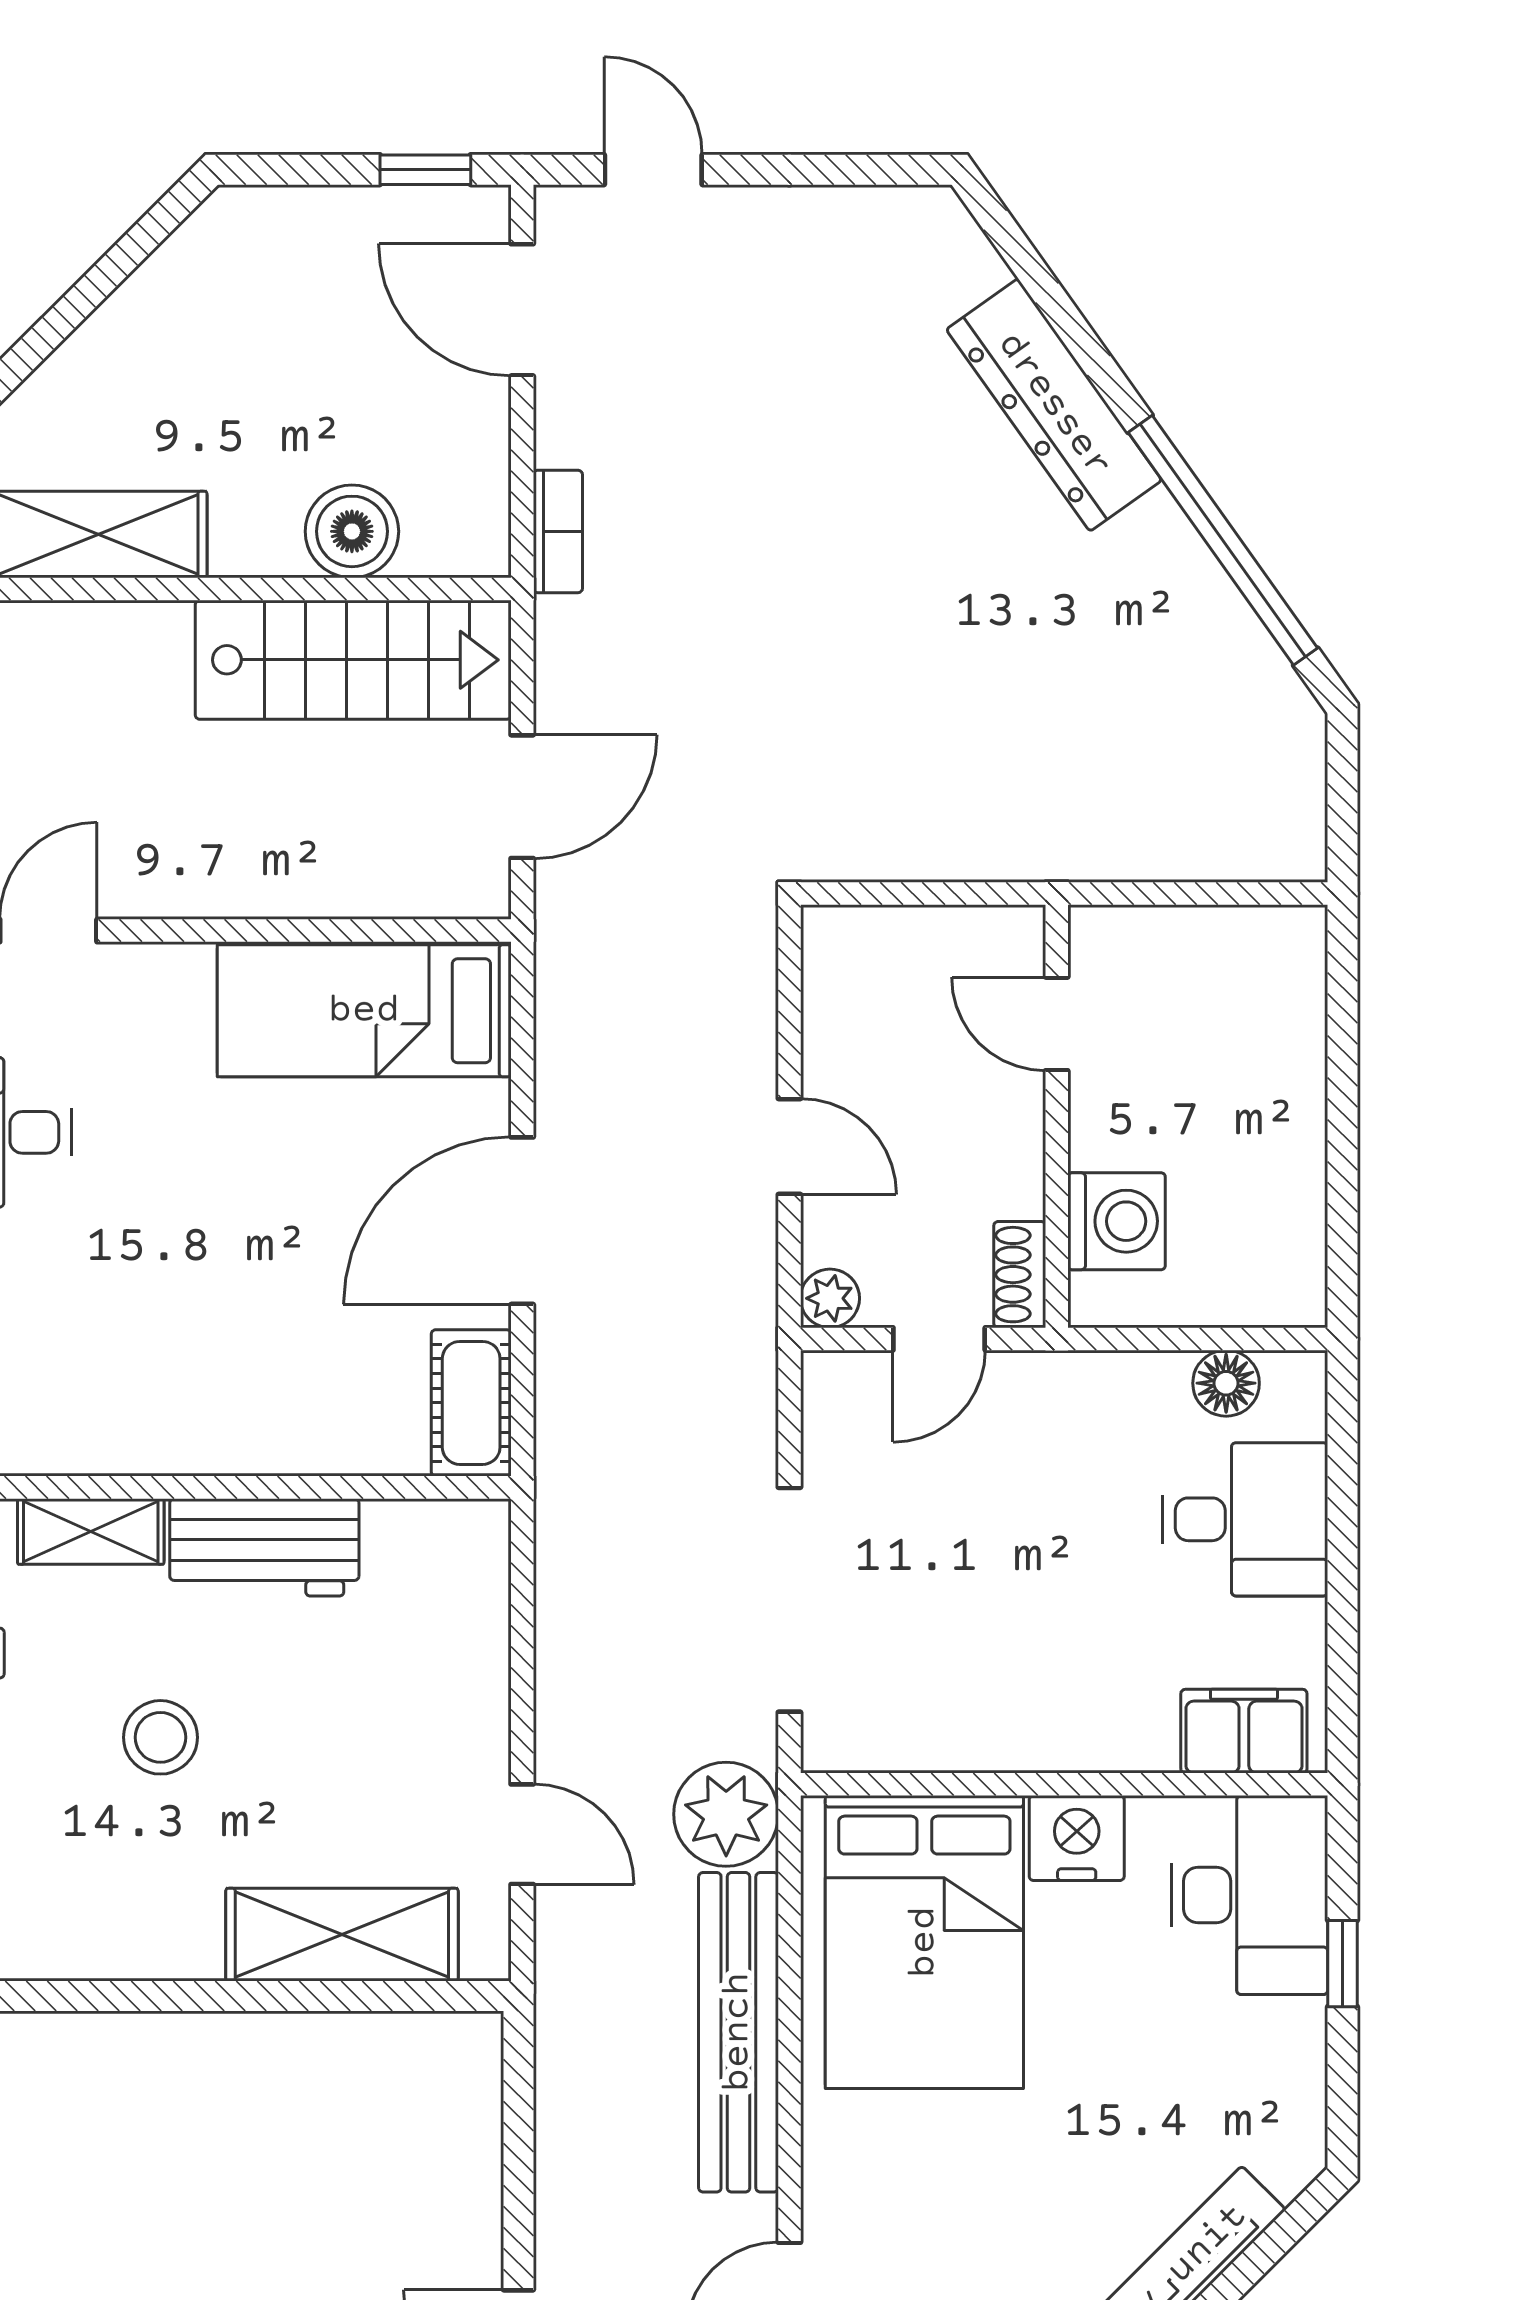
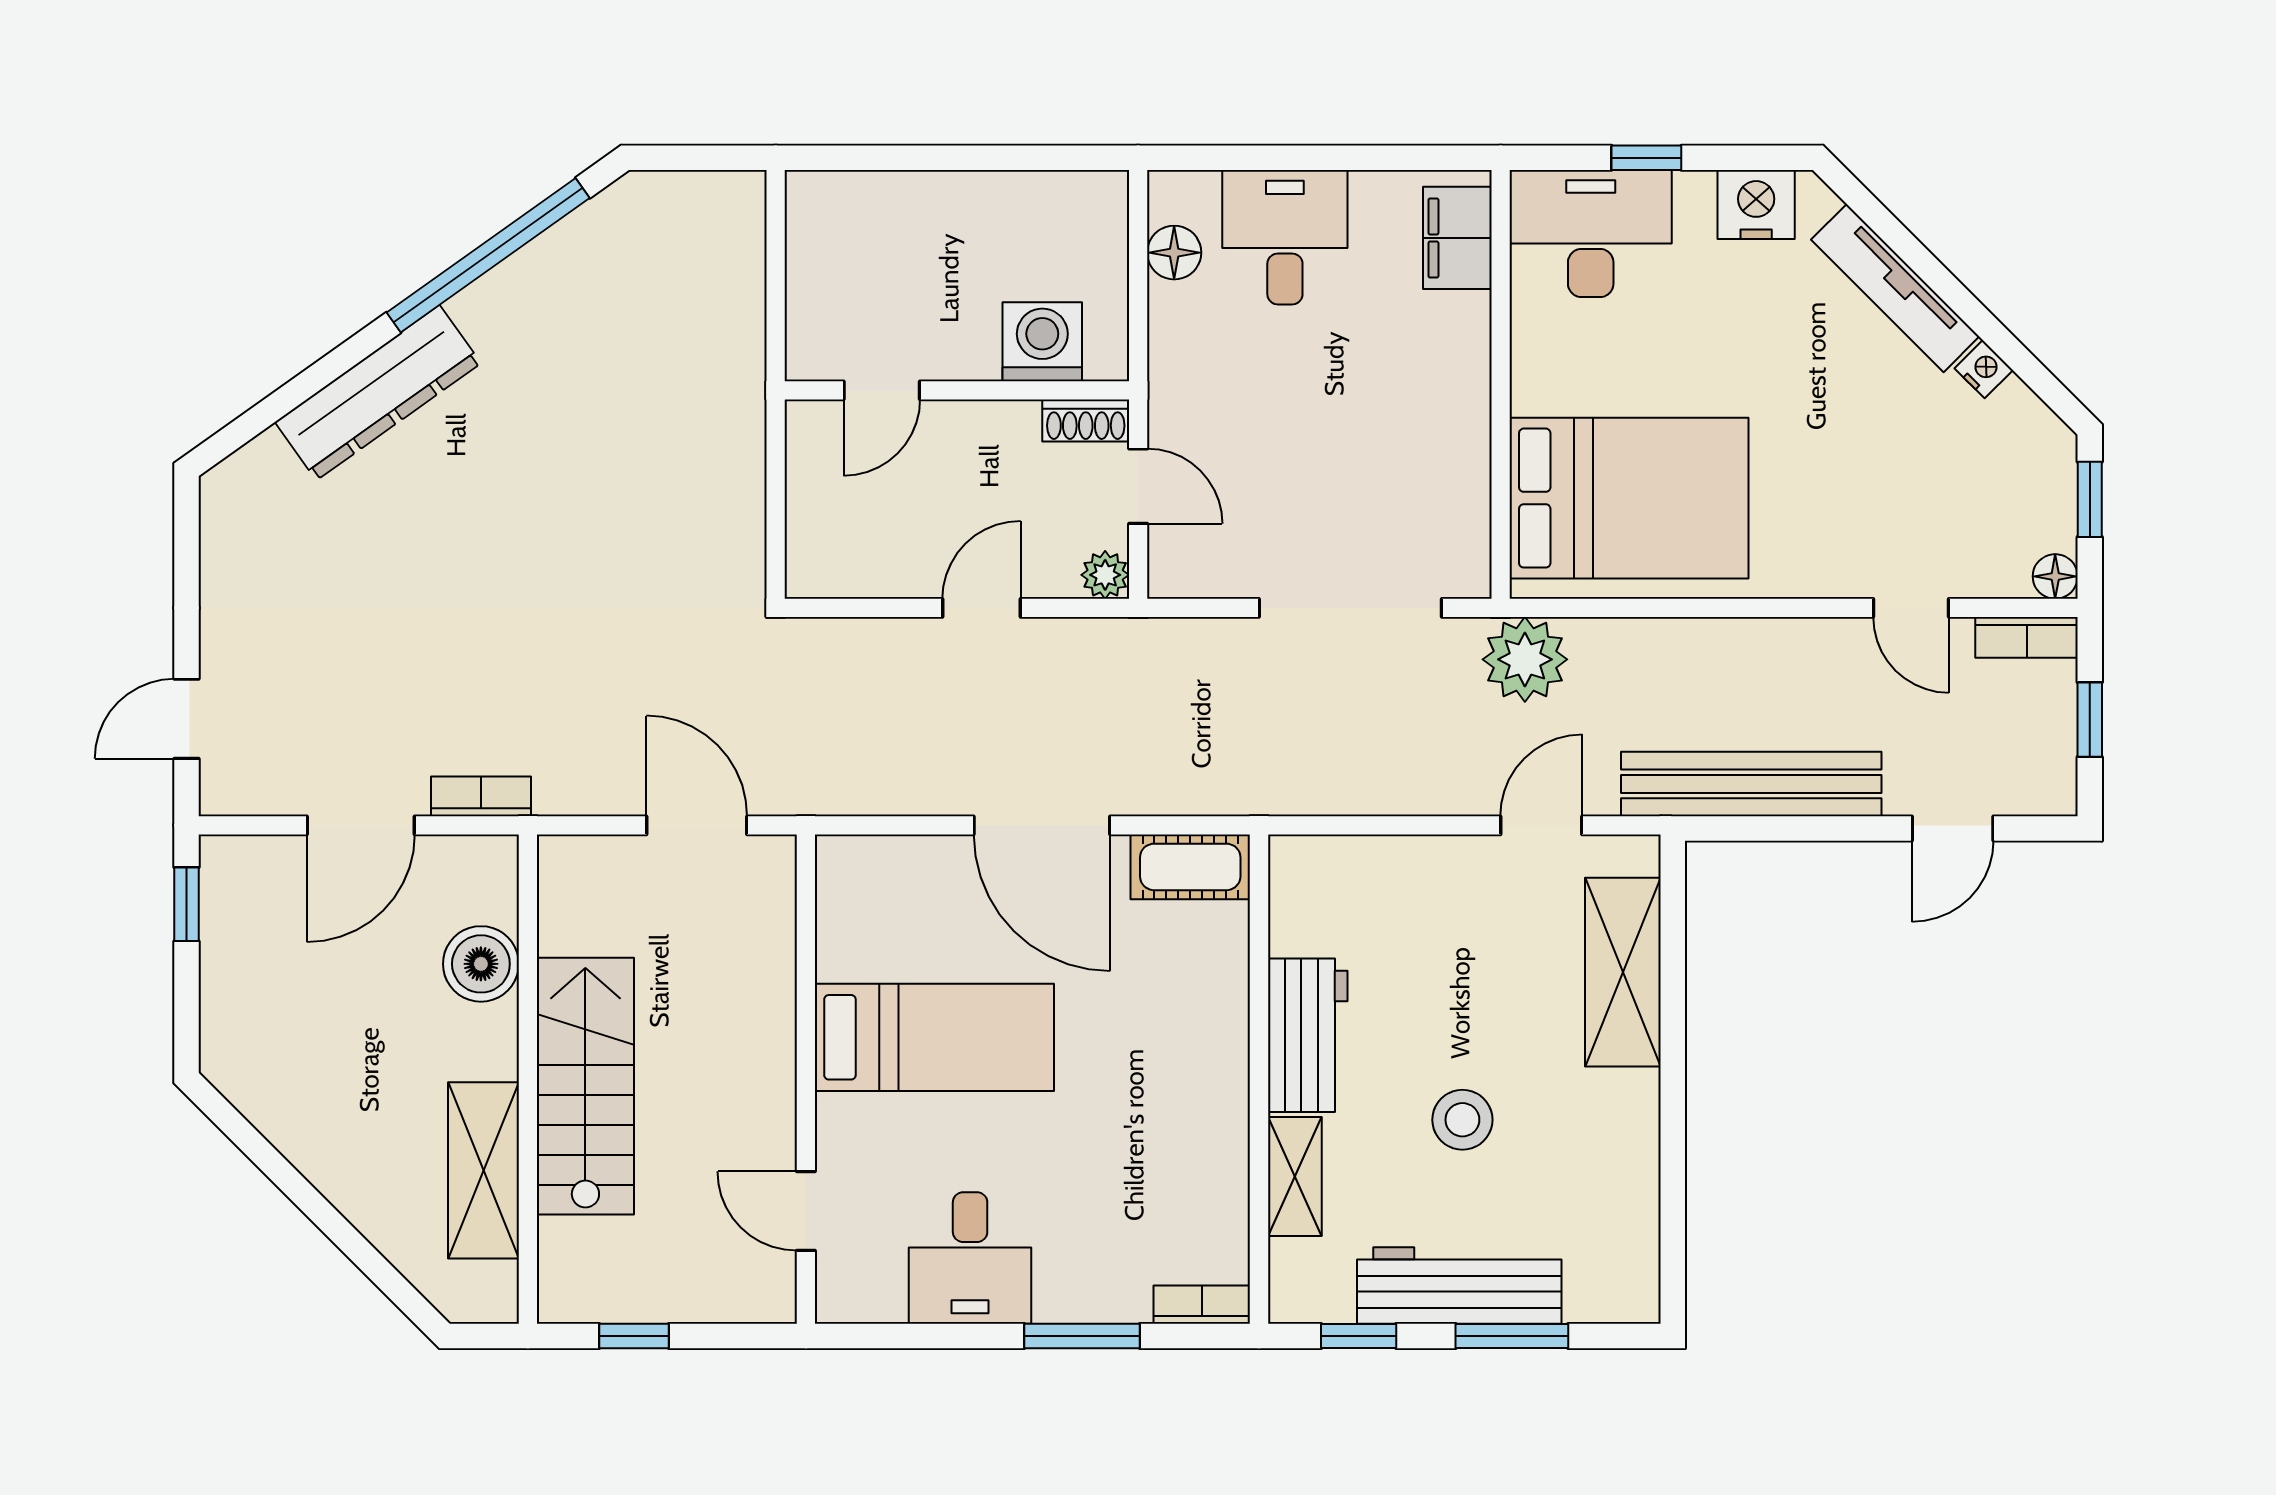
door: (522, 310) -> (361, 825), moved
stairs: (353, 660) -> (585, 1086), moved
bed: (364, 1011) -> (934, 1037), moved, turned -90
nightstand: (1077, 1838) -> (1756, 205), moved, turned 90
bench: (738, 2032) -> (1751, 784), moved

